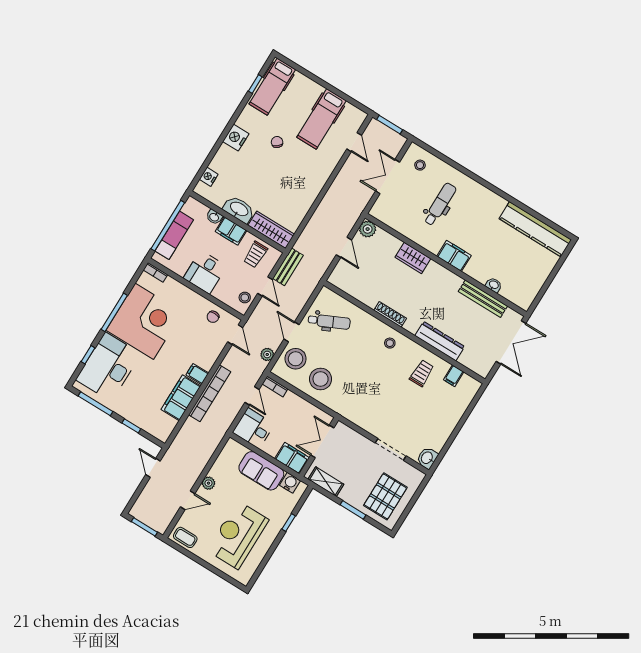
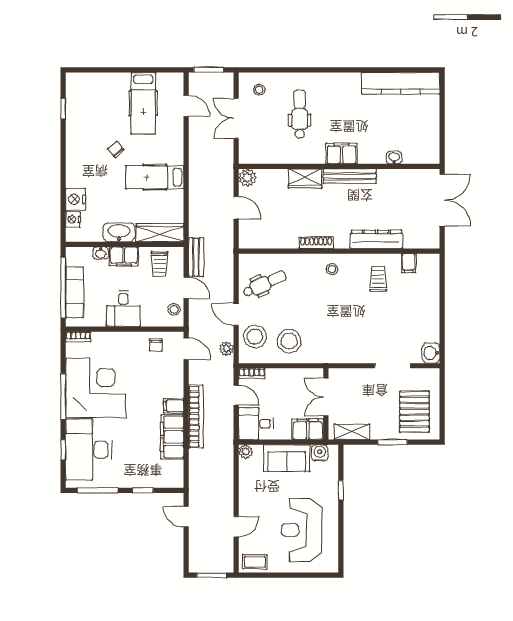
hospital bed: (272, 87) -> (155, 177), moved, turned 90
nightstand: (236, 138) -> (76, 199), moved
bench: (483, 299) -> (350, 176), moved
plant: (208, 483) -> (245, 452), moved

